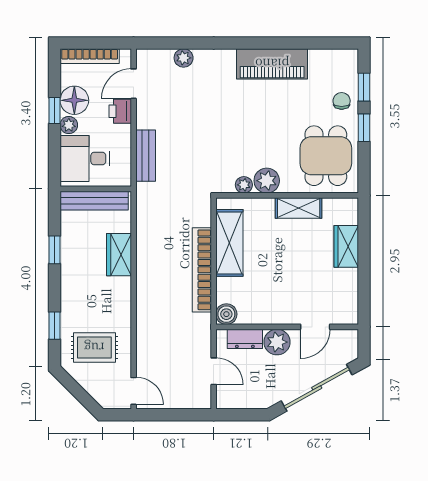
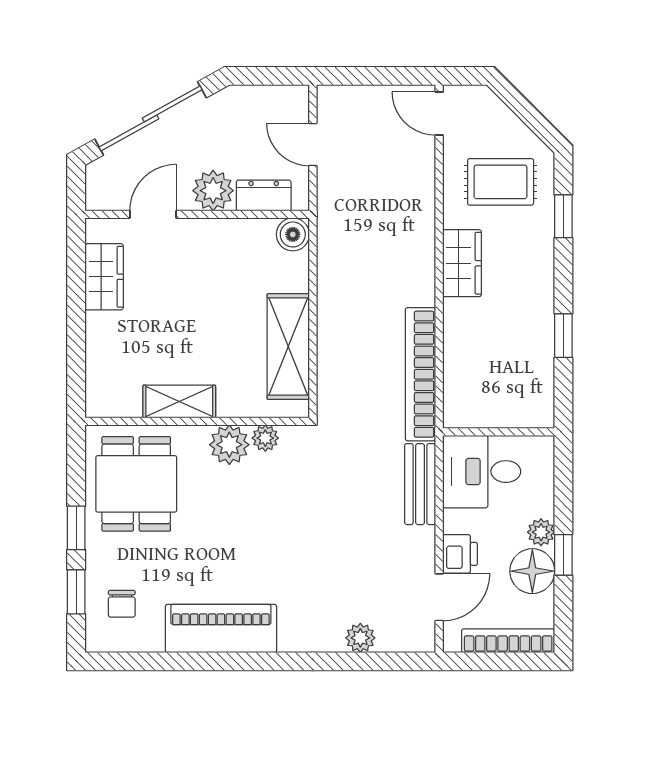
chair: (342, 101) -> (122, 604), moved
desk: (85, 158) -> (482, 472), moved, turned 180
bench: (94, 201) -> (501, 413), removed
wardrobe: (346, 246) -> (104, 277), moved
wardrobe: (119, 255) -> (462, 263), moved
bookcase: (202, 270) -> (420, 374), moved, turned 180

